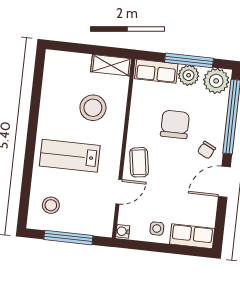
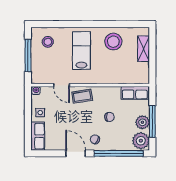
shelving: (111, 65) -> (143, 49), moved
row of seats: (156, 71) -> (135, 93), moved, turned -90
stool: (93, 108) -> (113, 42), moved
chair: (175, 124) -> (109, 117), width x0.54, depth x0.54

